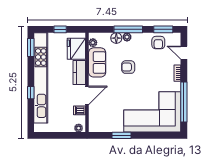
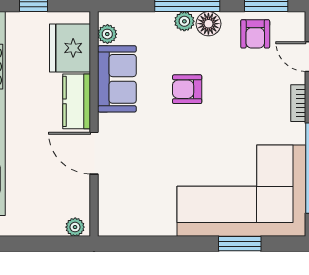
floor lamp: (116, 38) -> (208, 24), moved
door: (87, 95) -> (94, 153), swing flipped
dishwasher: (80, 110) -> (77, 187), removed
window: (122, 135) -> (240, 244), moved

